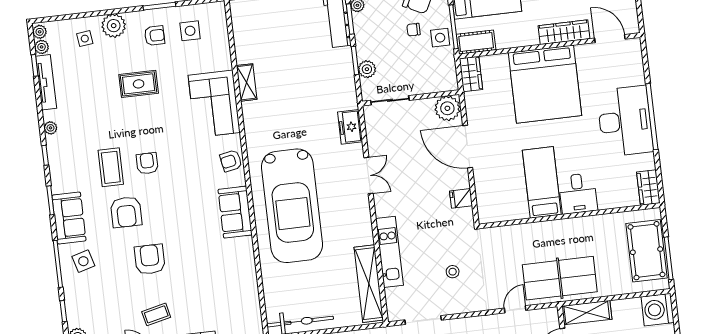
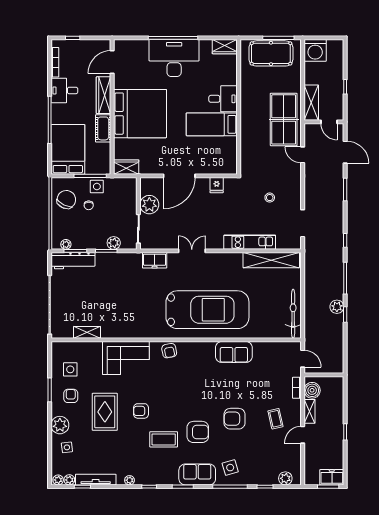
cot: (476, 42) -> (103, 128), moved
shelving: (247, 82) -> (87, 332), moved
rug: (139, 84) -> (105, 412), width x1.36, depth x1.43
plant: (447, 108) -> (149, 205), moved
armchair: (147, 163) -> (141, 411), moved
sofa: (235, 212) -> (234, 352), moved

